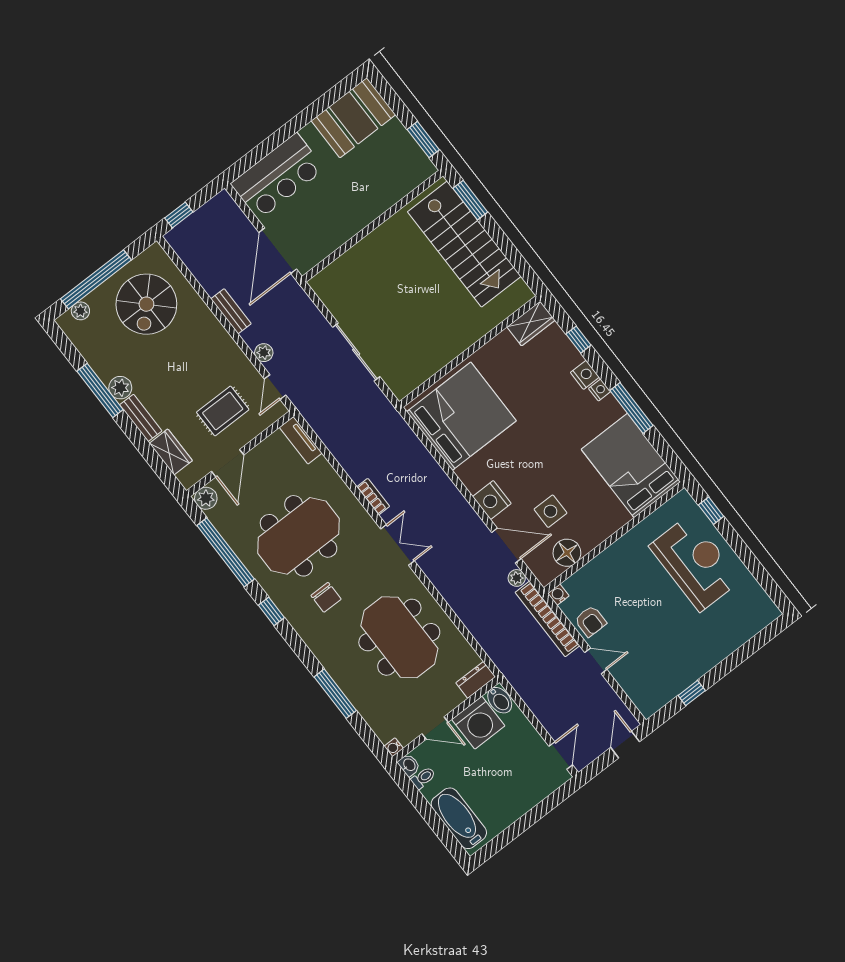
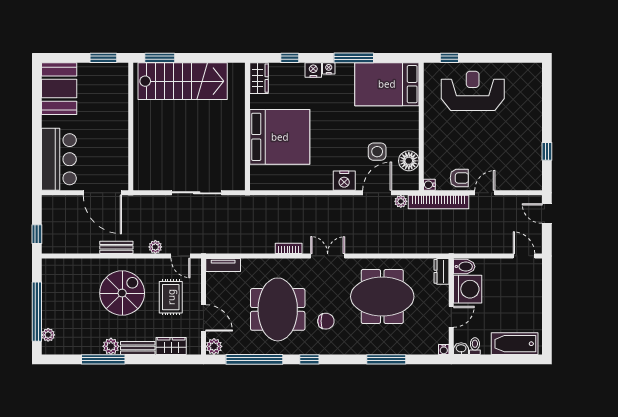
spiral stairs: (146, 304) -> (122, 293), moved, turned -90
bed: (461, 416) -> (280, 137), moved, turned 90

